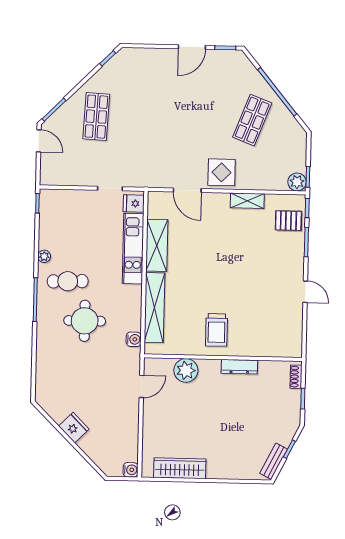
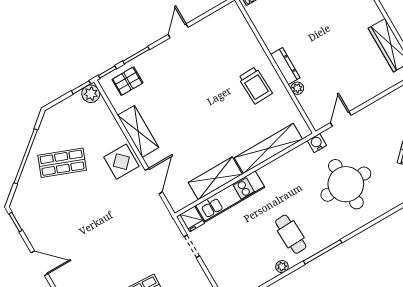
door: (192, 47) -> (40, 263), moved
shelving: (247, 201) -> (138, 131), width x1.50, depth x1.33
pallet: (288, 221) -> (127, 81), turned 90
round table: (85, 321) -> (346, 184), moved, width x1.36, depth x1.36
trolley: (217, 330) -> (255, 85), turned 88
water cooler: (134, 339) -> (317, 143), moved
dresser: (239, 367) -> (285, 66), moved
plant: (186, 370) -> (297, 88), width x0.53, depth x0.53
door: (142, 386) -> (341, 119), hinge flipped

